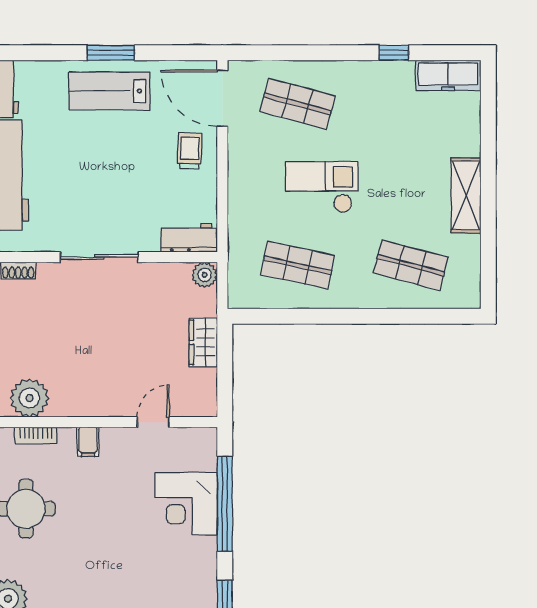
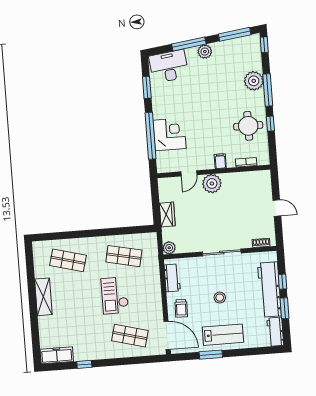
window: (111, 53) -> (211, 355), moved
stool: (110, 167) -> (220, 298), added
checkout: (322, 187) -> (115, 295), turned 90
workbench: (189, 238) -> (172, 278), moved, turned -90
plant: (29, 398) -> (212, 184), moved

